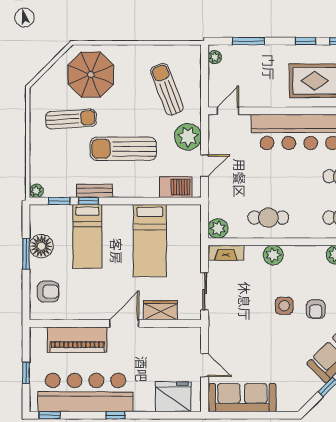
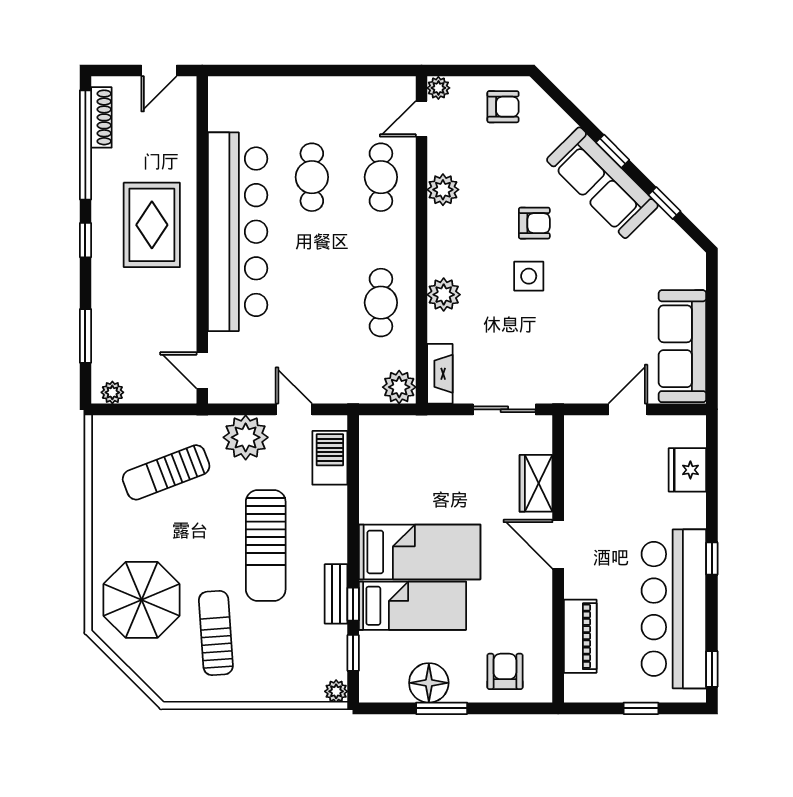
bed: (150, 241) -> (420, 552), moved
piano: (77, 340) -> (580, 636), width x0.73, depth x0.75
fridge: (173, 397) -> (687, 470), width x0.73, depth x0.75

